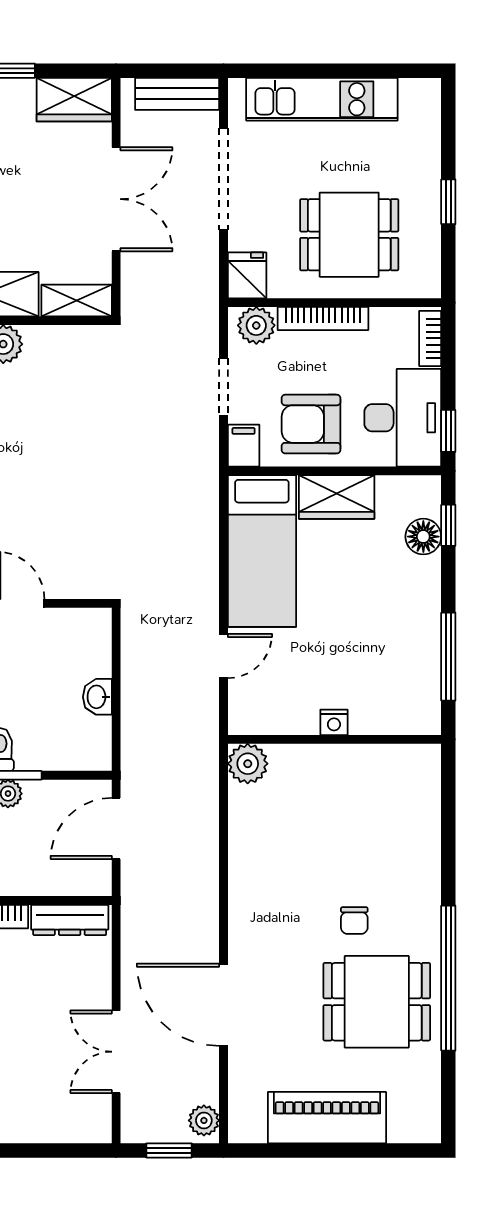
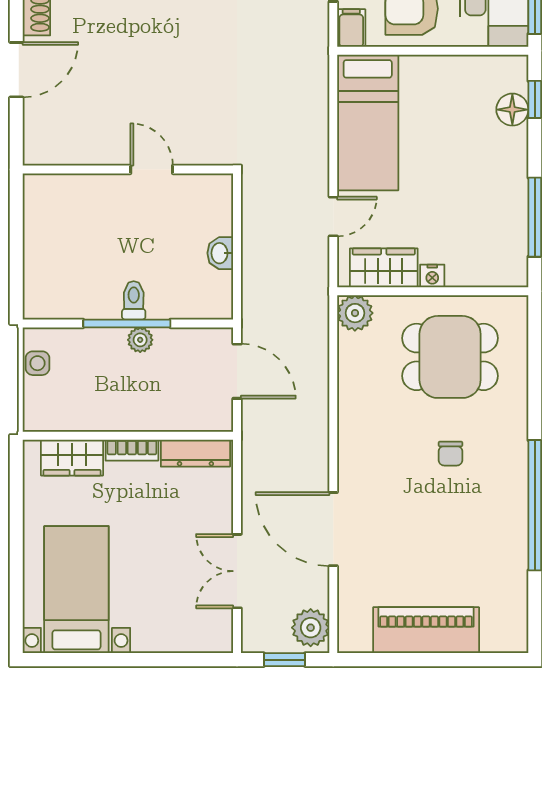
wardrobe: (337, 497) -> (384, 268), moved, turned 180
door: (116, 828) -> (237, 371), swing flipped
dining table: (377, 1002) -> (450, 357), moved
plant: (204, 1120) -> (311, 628), width x1.38, depth x1.38

